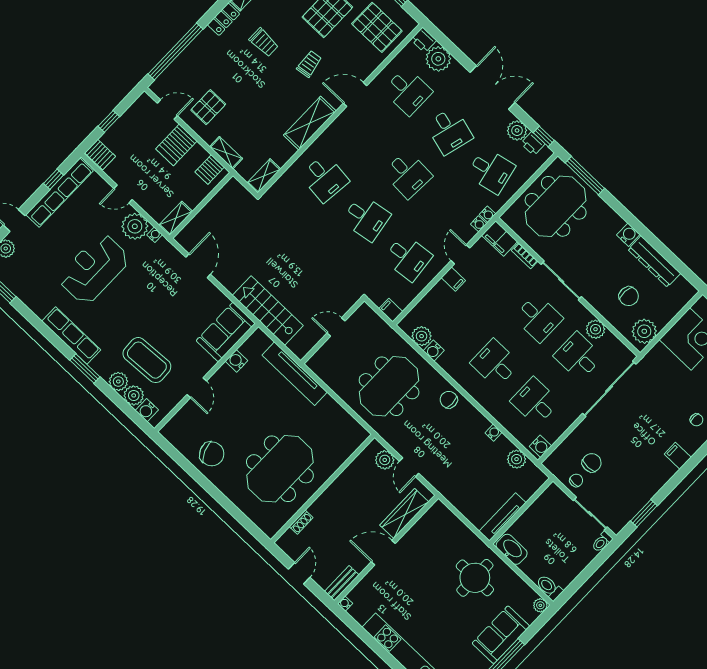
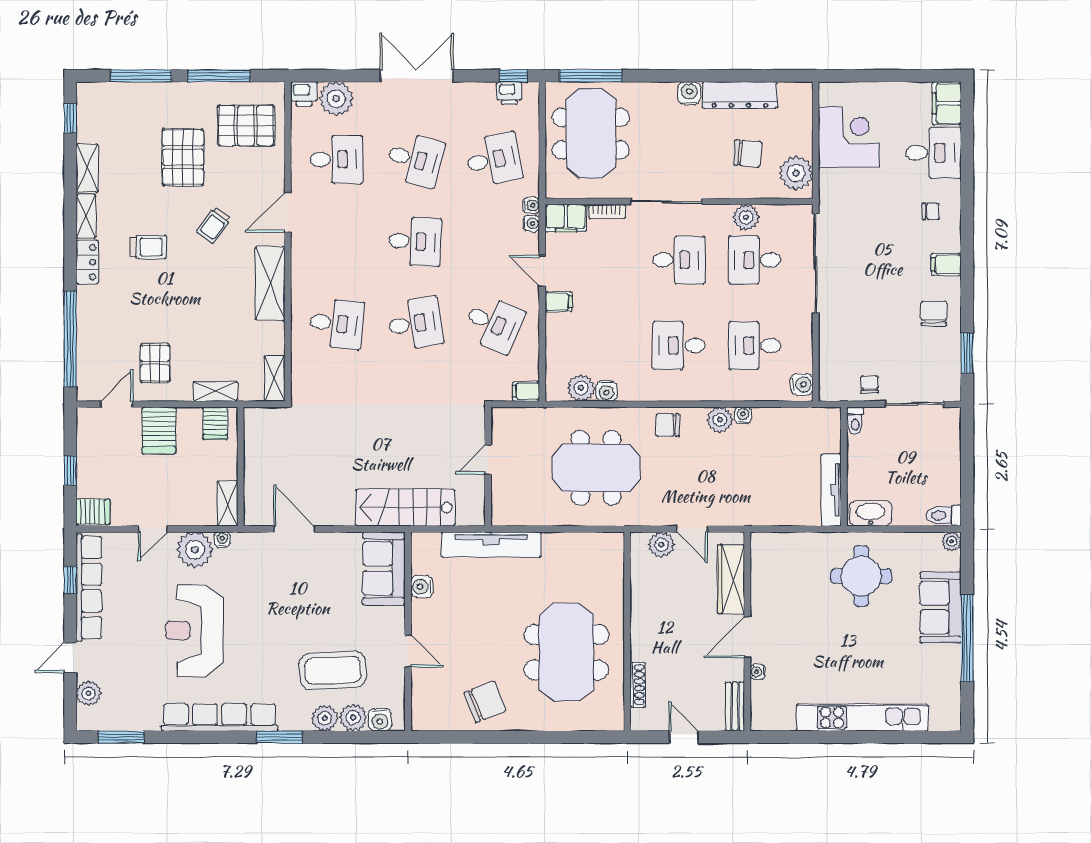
trolley: (309, 64) -> (214, 225), turned -136
plant: (517, 130) -> (481, 95), removed
desk: (408, 258) -> (493, 324), turned 30
row of seats: (71, 336) -> (219, 717), width x1.36
meeting table: (389, 386) -> (596, 468), turned 90
plant: (517, 459) -> (720, 420), moved
chair: (592, 463) -> (934, 314), moved
shoe rack: (301, 522) -> (638, 685), width x1.43
toilet: (602, 542) -> (855, 421), moved
water cooler: (345, 604) -> (758, 672), moved

